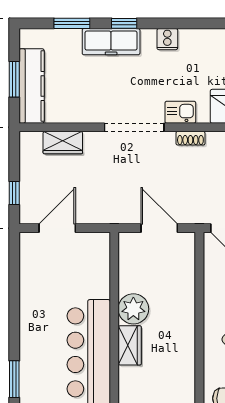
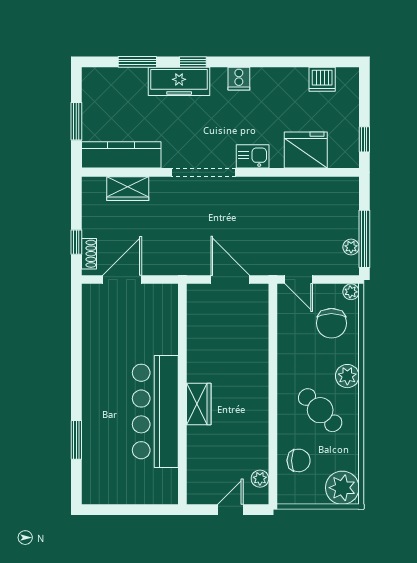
kitchen counter: (32, 86) -> (121, 155), moved, turned -90
shoe rack: (190, 138) -> (89, 254), moved, turned -90
plant: (133, 309) -> (203, 365), removed

